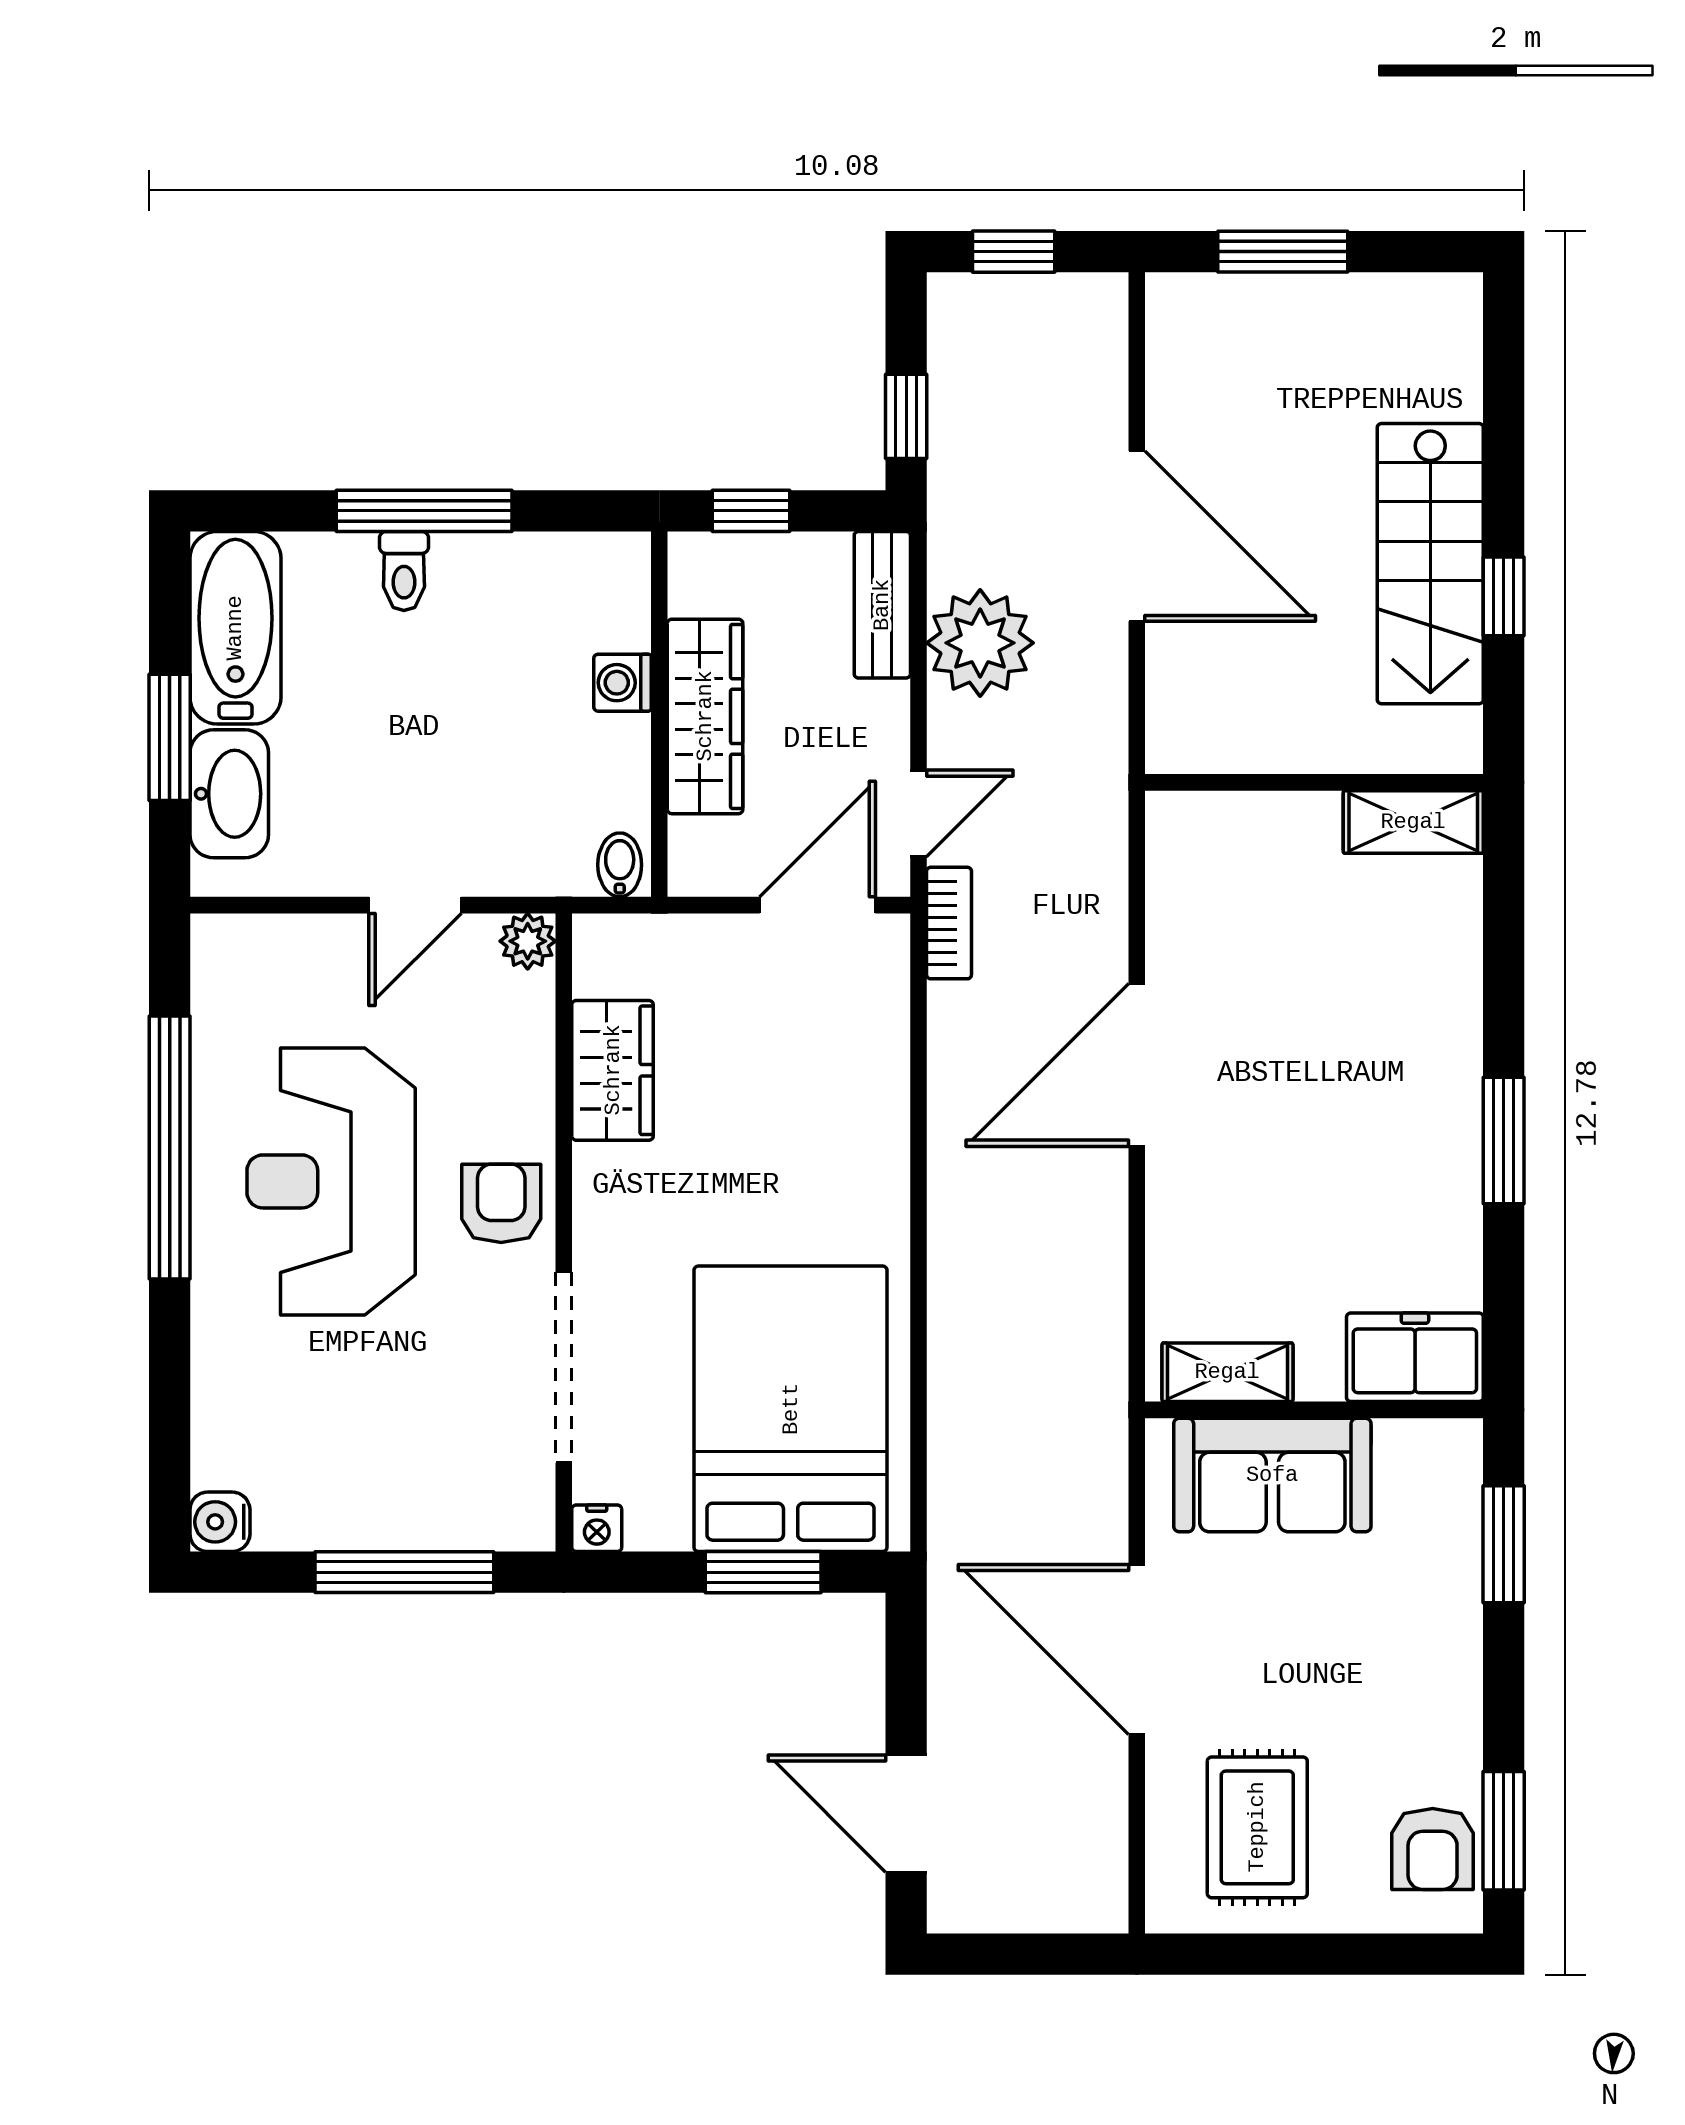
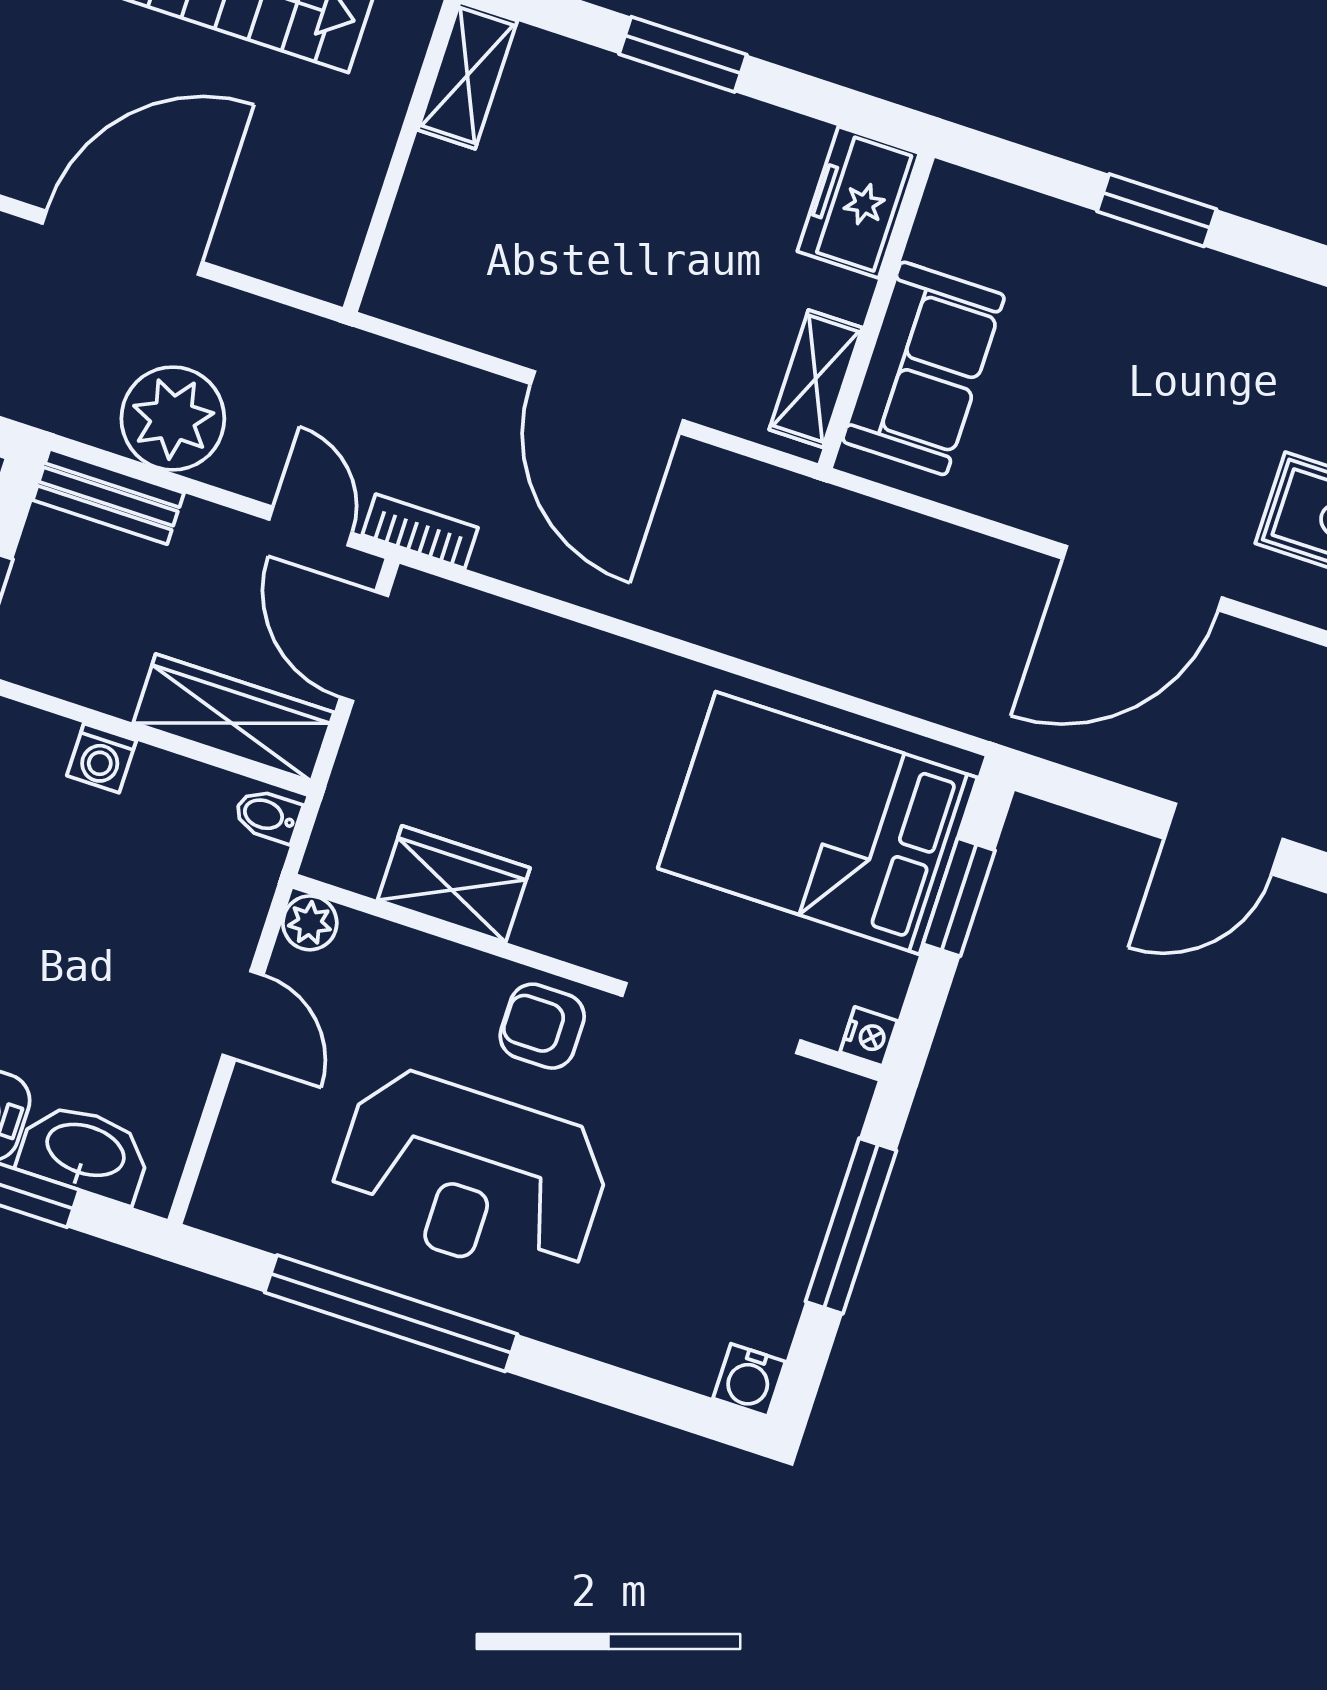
wardrobe: (705, 716) -> (234, 718), moved
window: (1504, 1140) -> (683, 54), moved
freezer: (1415, 1357) -> (858, 202), moved
shelving: (1227, 1372) -> (816, 379), moved
wall: (1314, 1410) -> (876, 311), moved
sofa: (1272, 1475) -> (923, 368), moved

